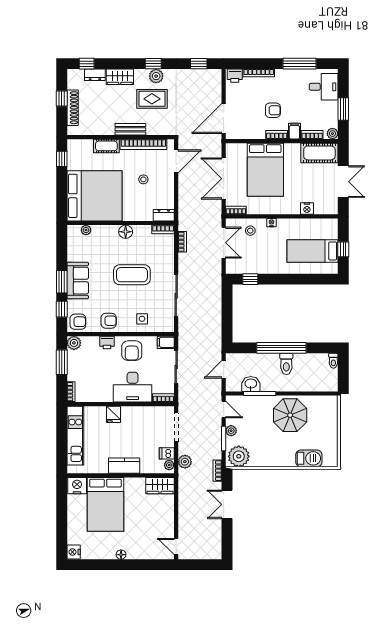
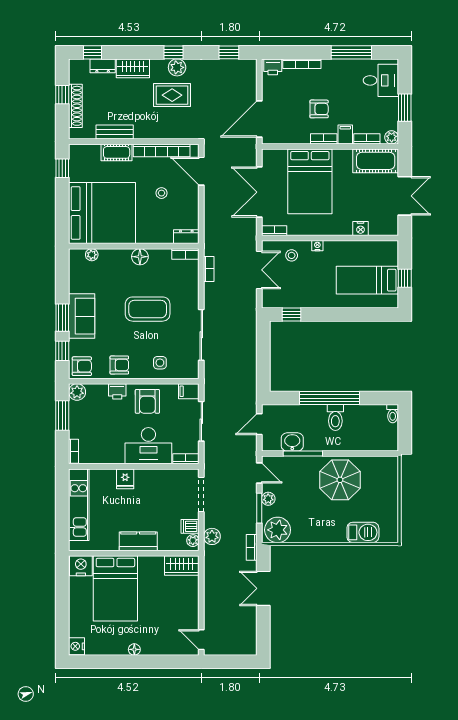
bench: (130, 129) -> (115, 132), moved
door: (176, 161) -> (201, 171), swing flipped

